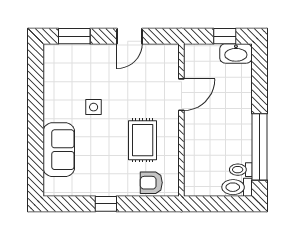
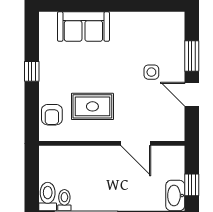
window: (74, 36) -> (192, 56), moved
side table: (94, 107) -> (151, 72), moved
armchair: (151, 183) -> (52, 115), turned 180

